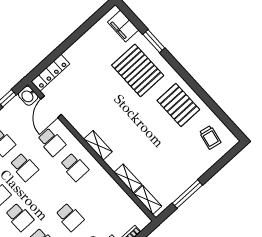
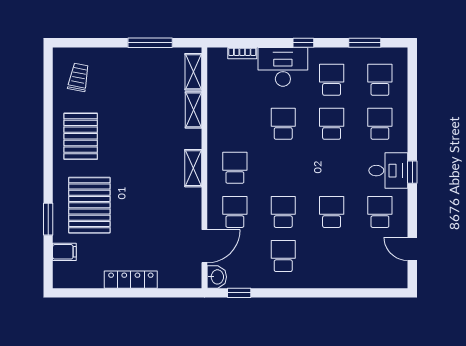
filing cabinet: (123, 26) -> (64, 252), width x0.50
locker: (50, 73) -> (131, 280), moved
school desk: (20, 217) -> (332, 168), removed

